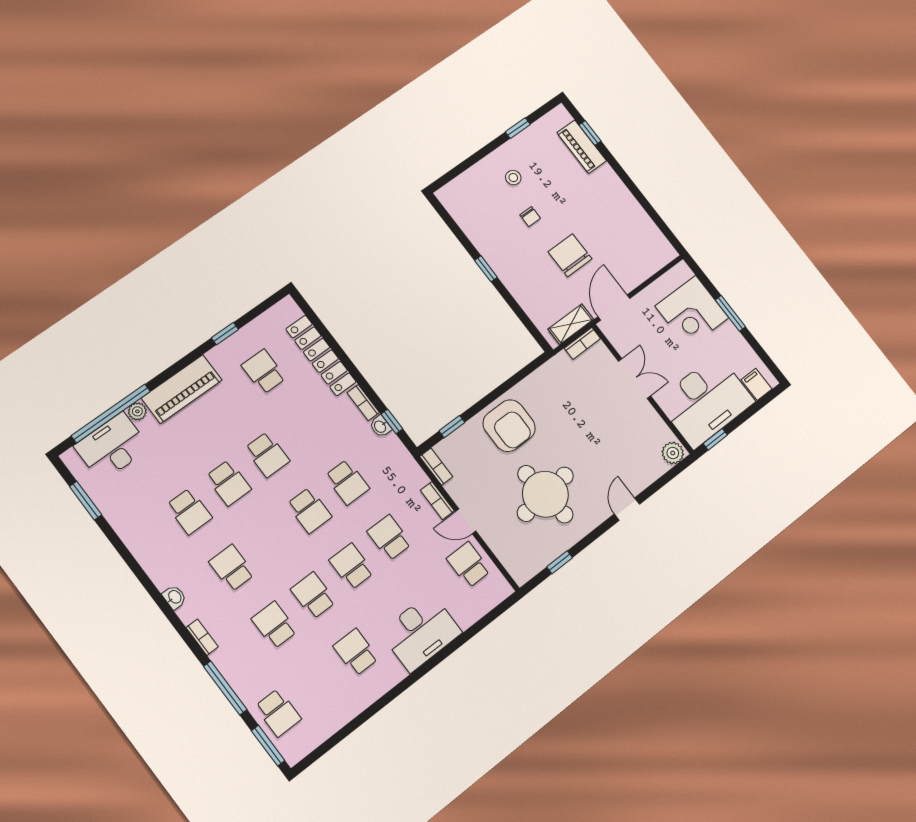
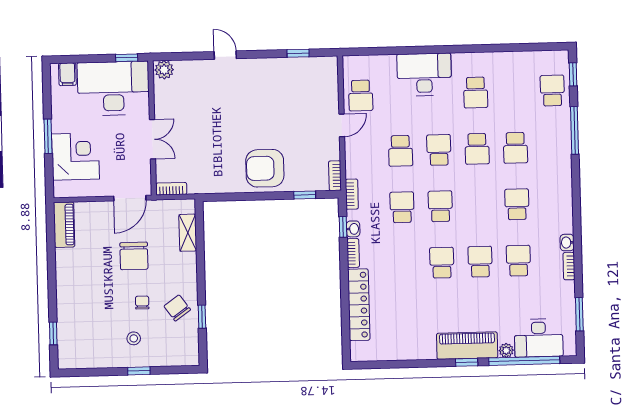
window: (518, 128) -> (139, 371), moved
piano: (582, 147) -> (64, 225), moved
chair: (494, 234) -> (177, 308), added
window: (486, 269) -> (202, 317), moved
shelving: (571, 324) -> (188, 233), moved, turned 90
window: (225, 334) -> (467, 362), moved
school desk: (264, 372) -> (405, 320), removed
double door: (634, 378) -> (152, 139), swing flipped
armchair: (509, 426) -> (265, 168), turned -90
round table: (545, 494) -> (274, 105), removed
bookcase: (437, 501) -> (352, 194), moved
door: (627, 509) -> (225, 55), swing flipped
door: (466, 521) -> (342, 125), hinge flipped
school desk: (352, 566) -> (439, 150), turned 180
school desk: (232, 568) -> (517, 204), turned 180
washbasin: (174, 597) -> (567, 243), moved
bookcase: (202, 637) -> (569, 266), moved
window: (268, 746) -> (573, 74), width x0.67

